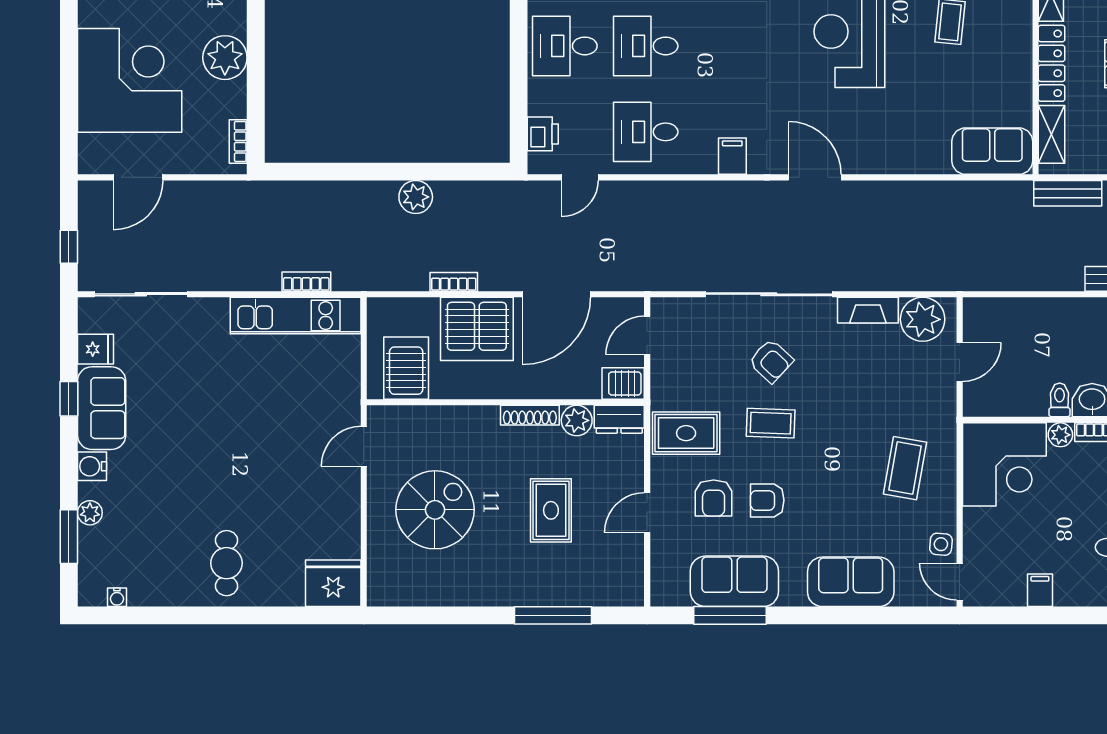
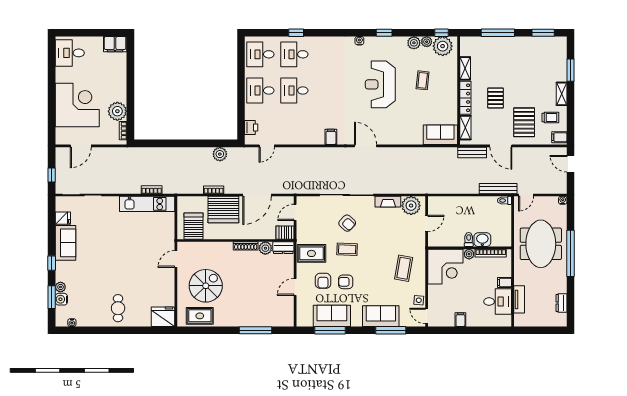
plant: (225, 58) -> (117, 111), moved
desk: (646, 132) -> (294, 127), removed
plant: (416, 197) -> (220, 154), moved
window: (69, 399) -> (52, 263), moved
water cooler: (92, 466) -> (61, 299), moved
rug: (551, 510) -> (200, 316), moved, turned 90
window: (874, 615) -> (391, 330), added

